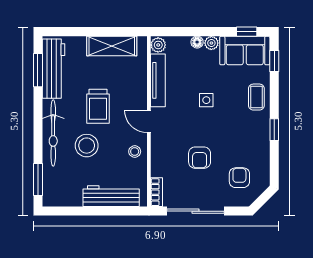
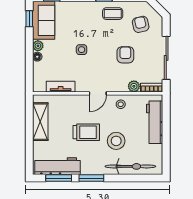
plant: (158, 45) -> (134, 86), moved
tv unit: (158, 80) -> (61, 87), width x0.71
coffee table: (256, 97) -> (113, 14), moved
bicycle: (53, 133) -> (130, 166), moved
armchair: (200, 158) -> (125, 55), turned -90
armchair: (239, 178) -> (141, 24), turned 77
window: (38, 179) -> (91, 178), moved

